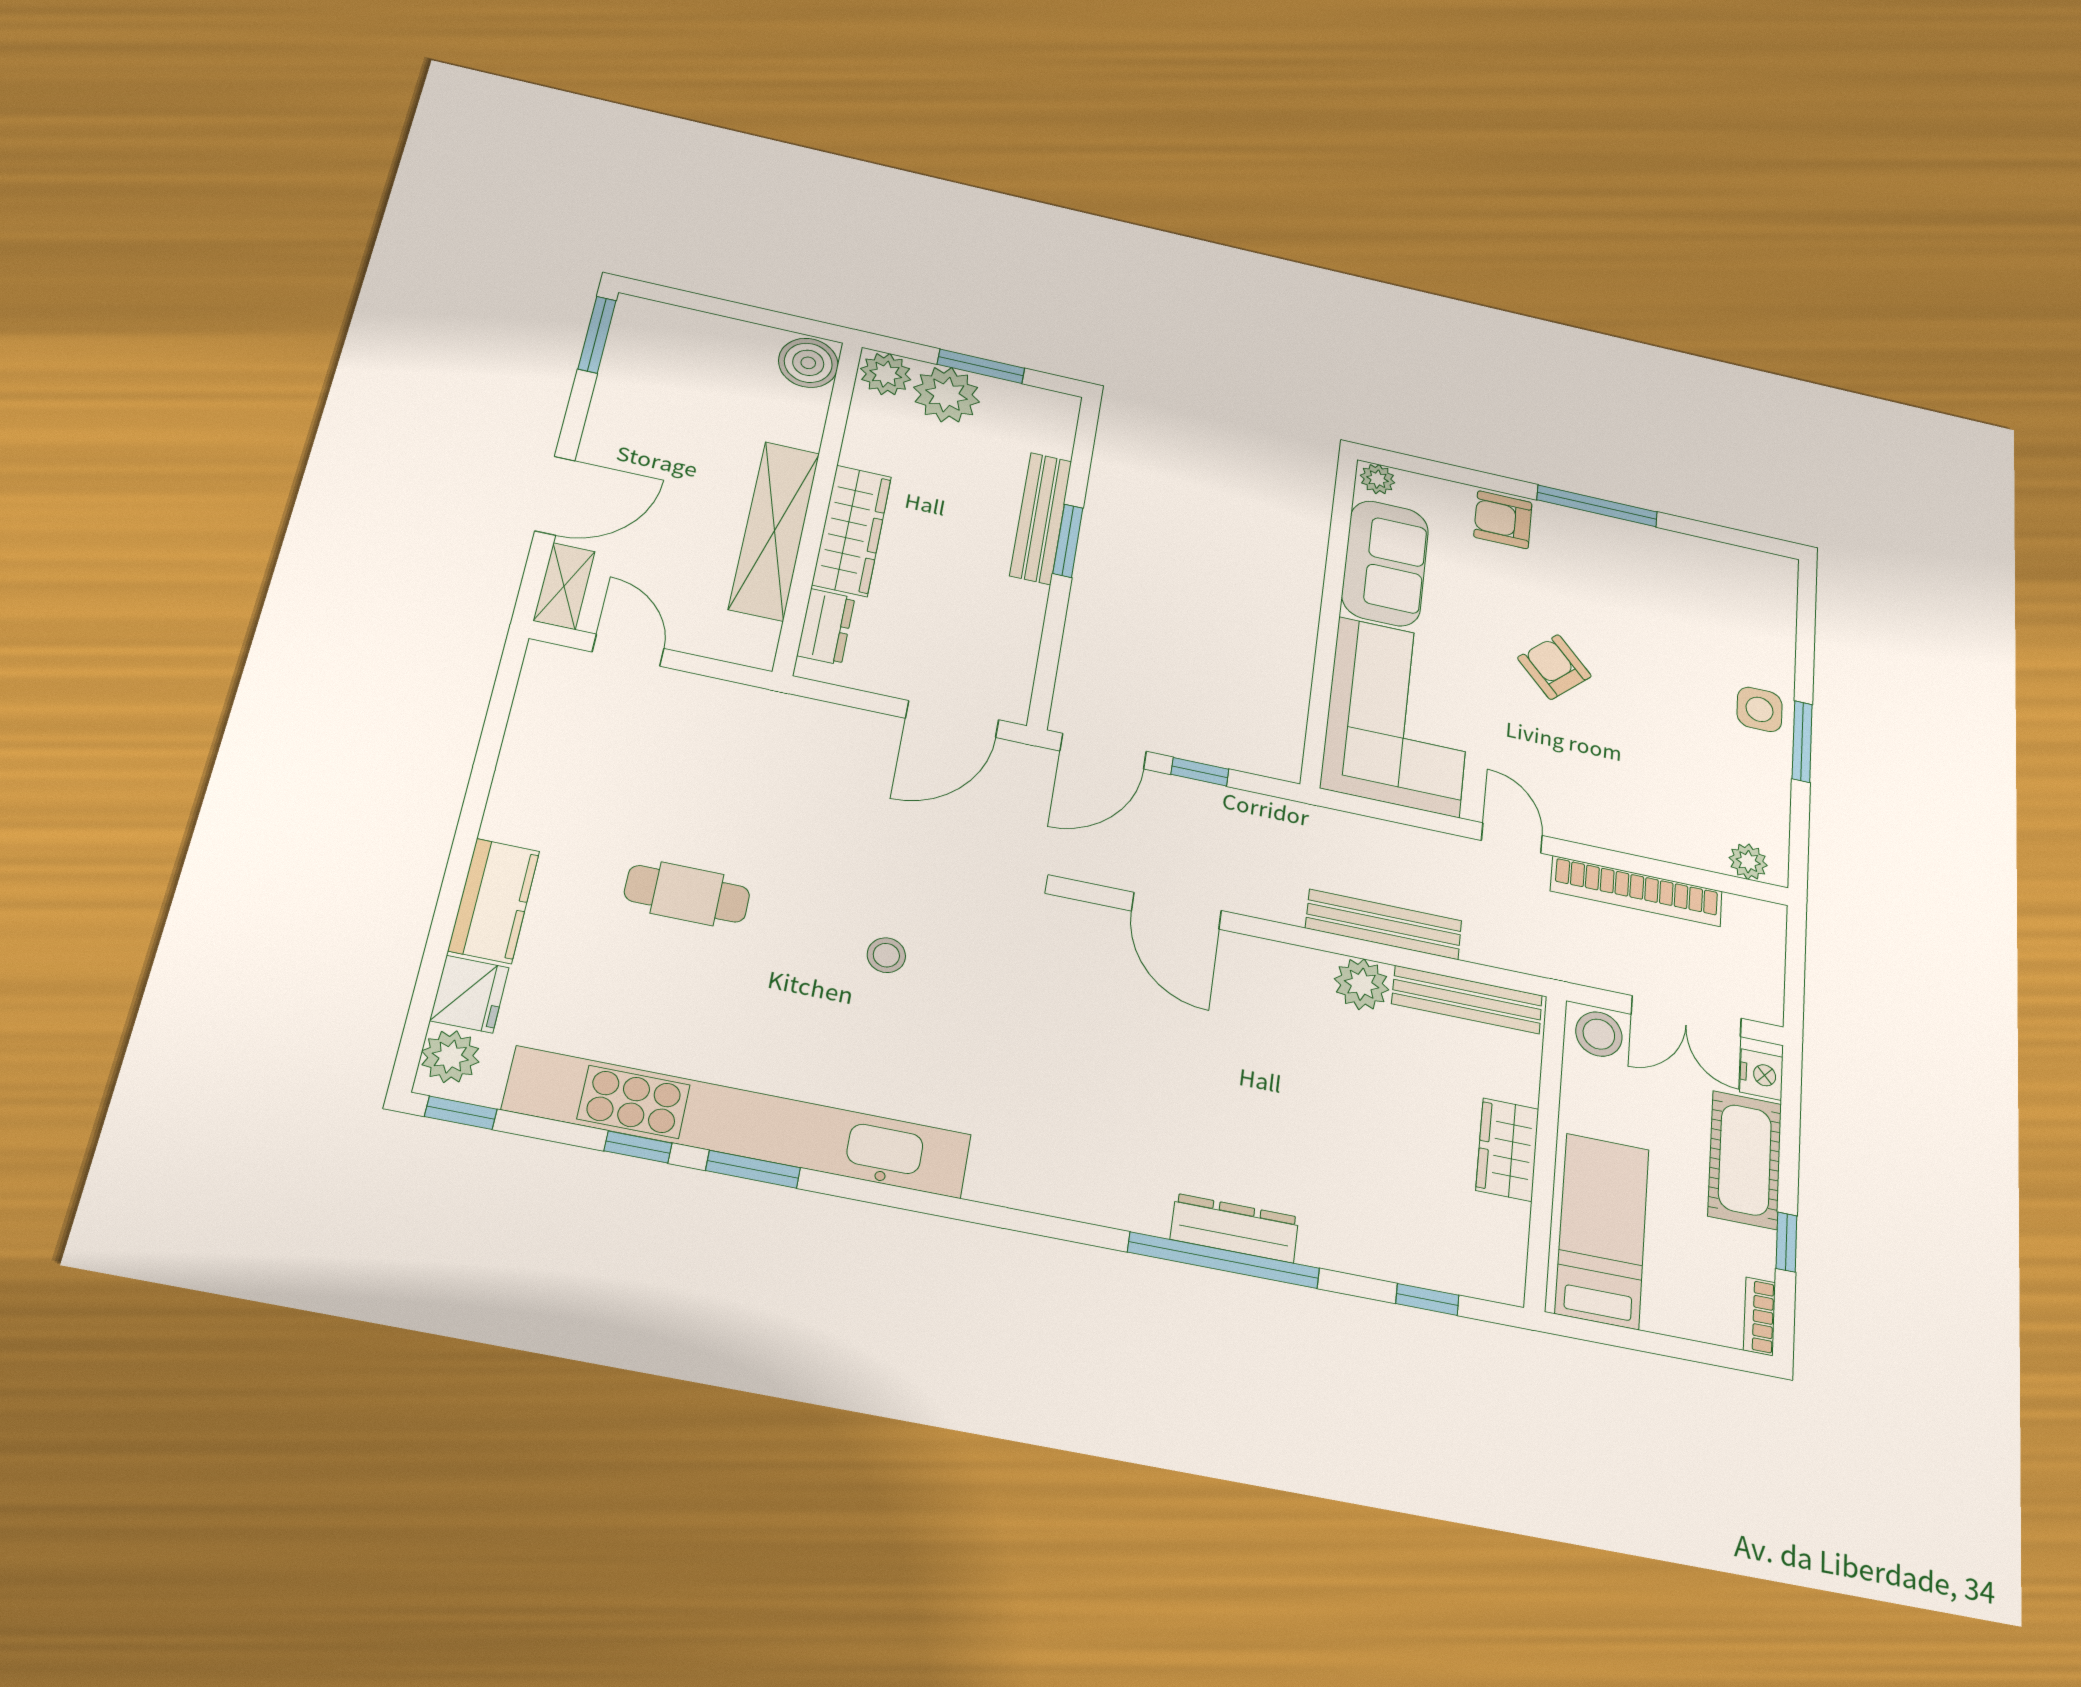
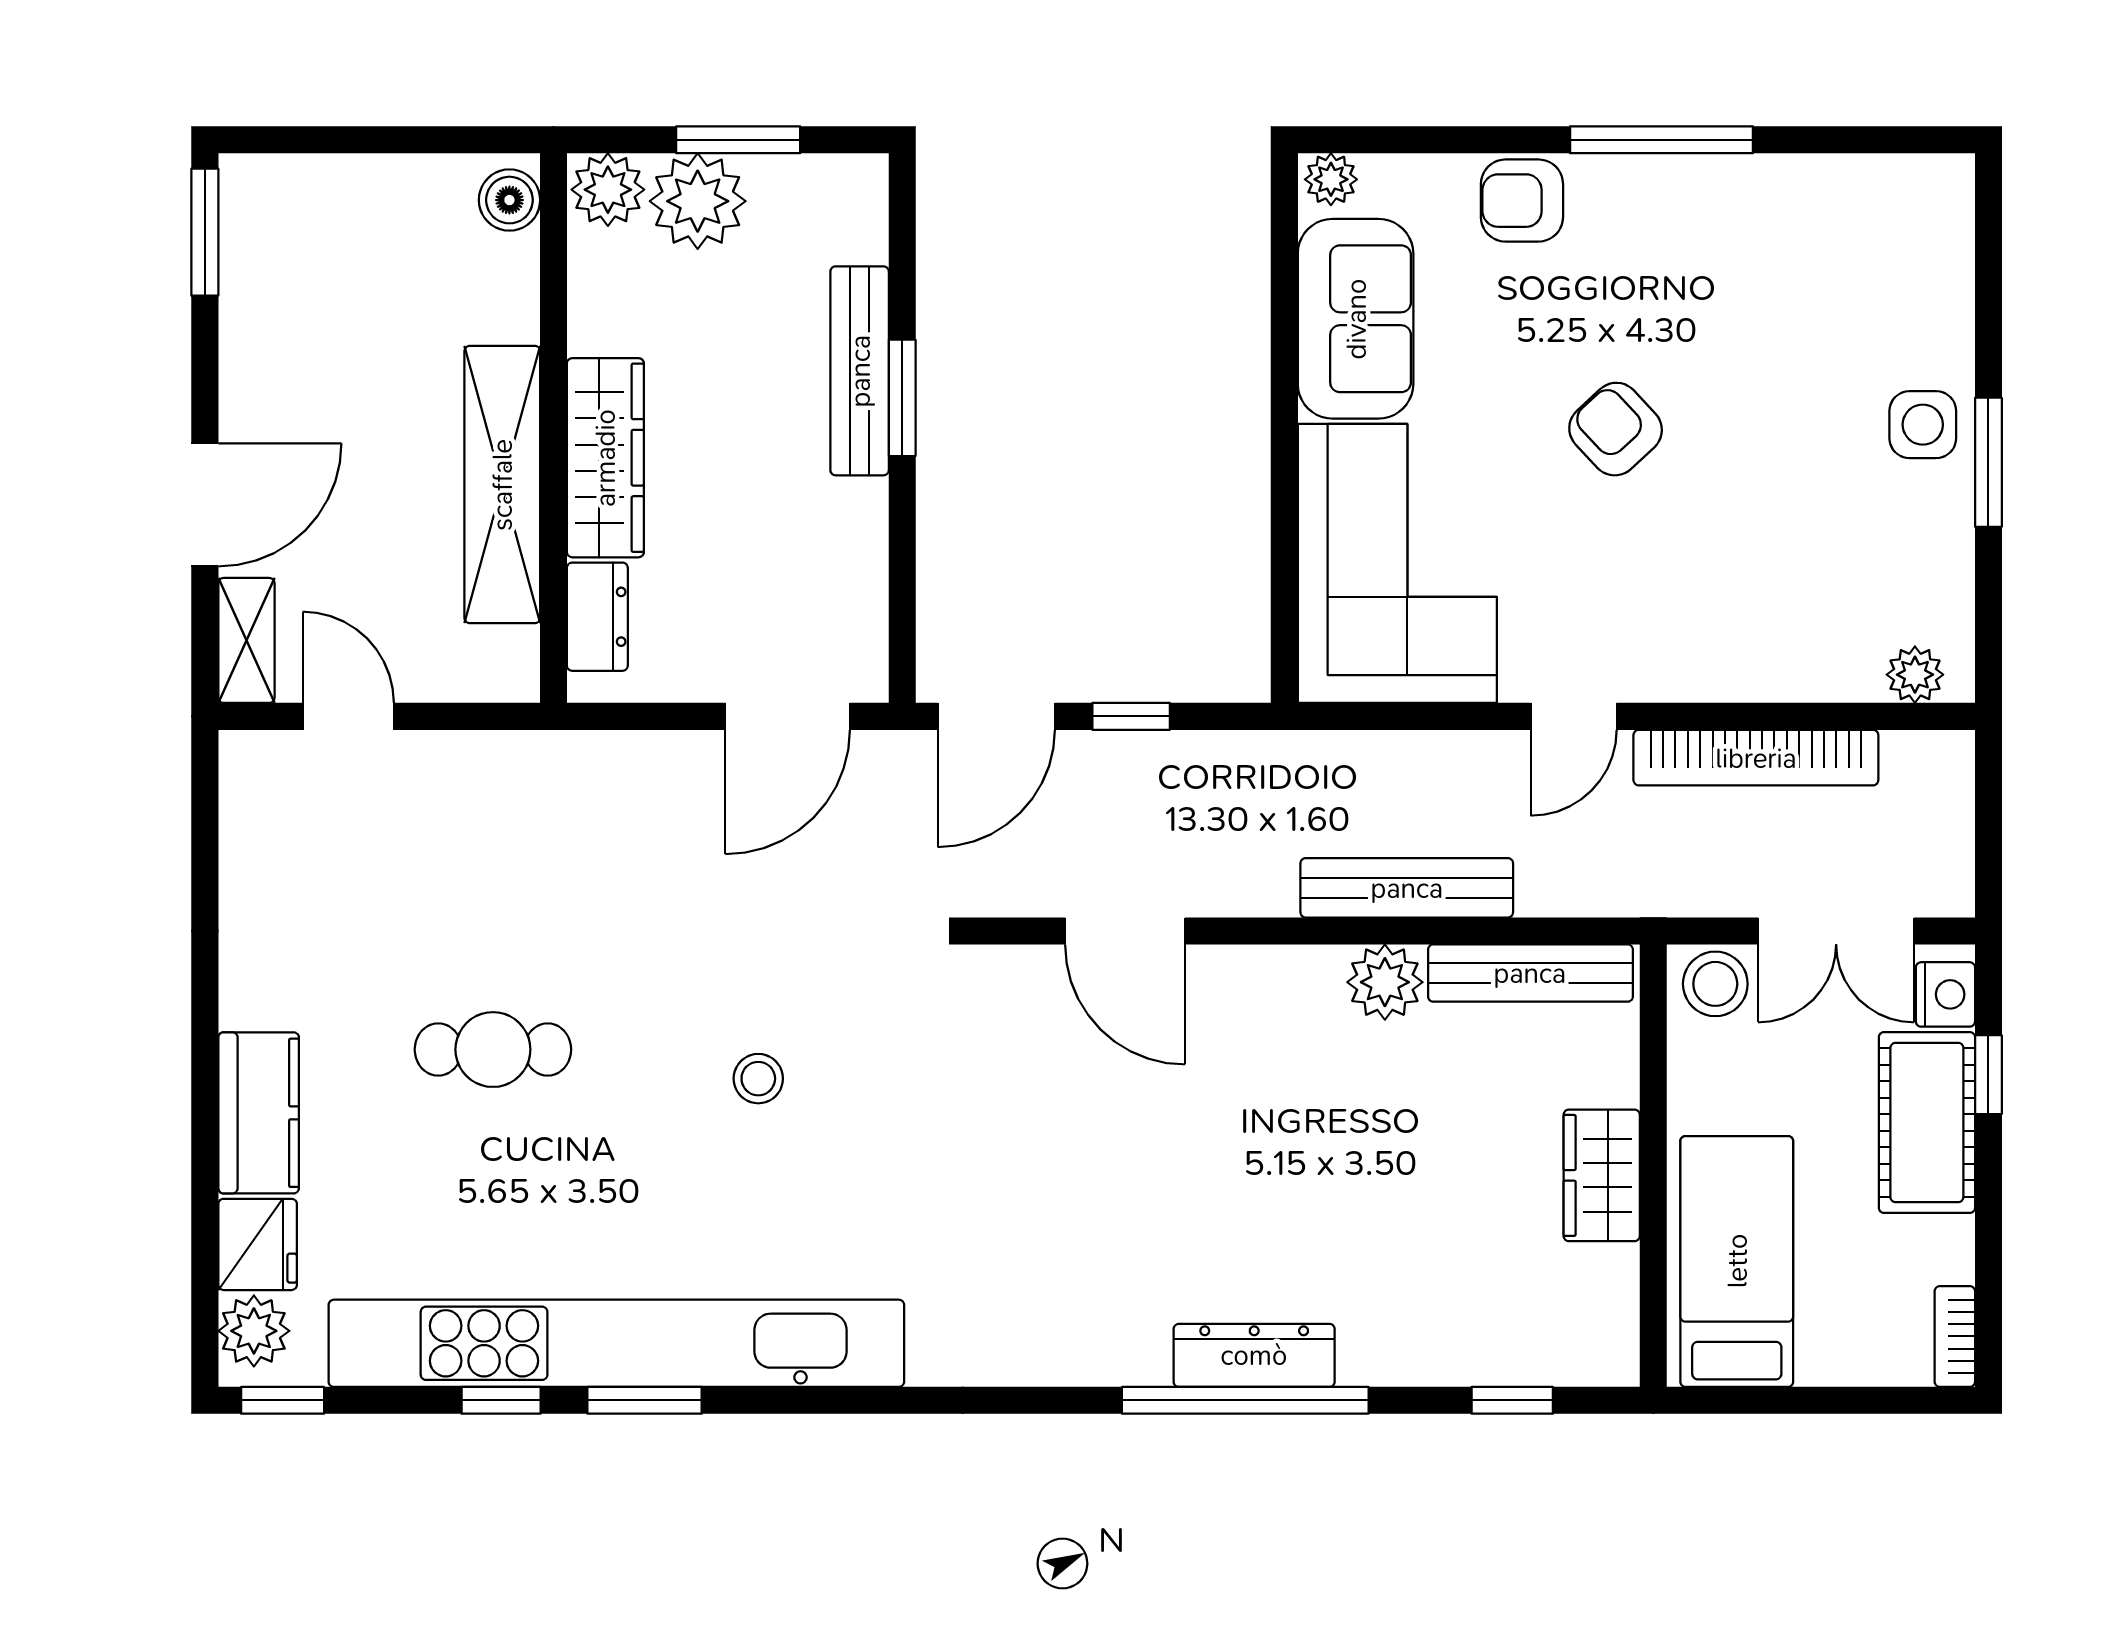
boiler: (808, 363) -> (509, 200), width x0.73, depth x0.73
door: (1512, 838) -> (1574, 716), swing flipped
window: (1786, 1242) -> (1988, 1075), moved

